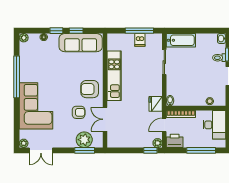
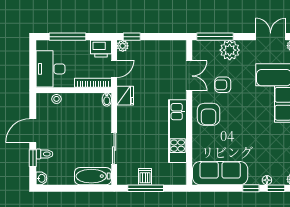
window: (76, 31) -> (276, 188), moved
armchair: (90, 89) -> (209, 114), turned 90
plant: (84, 140) -> (230, 50), moved
window: (85, 150) -> (215, 37), width x1.44

